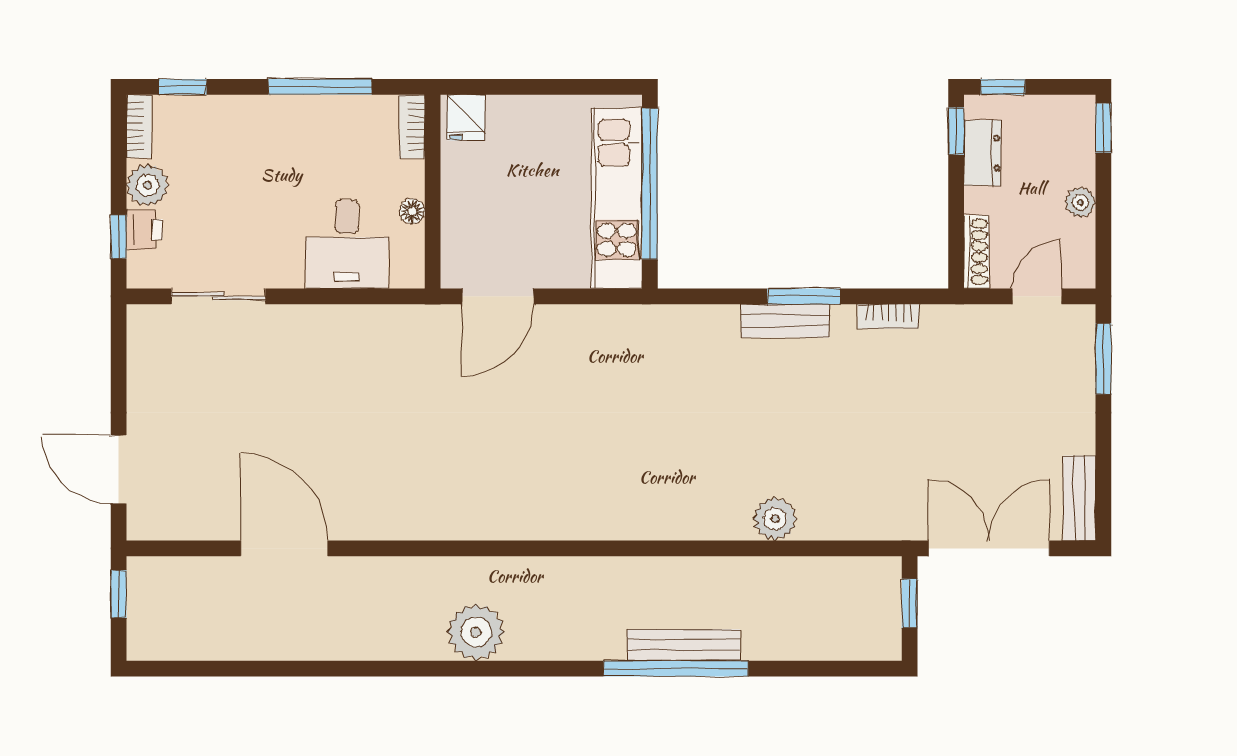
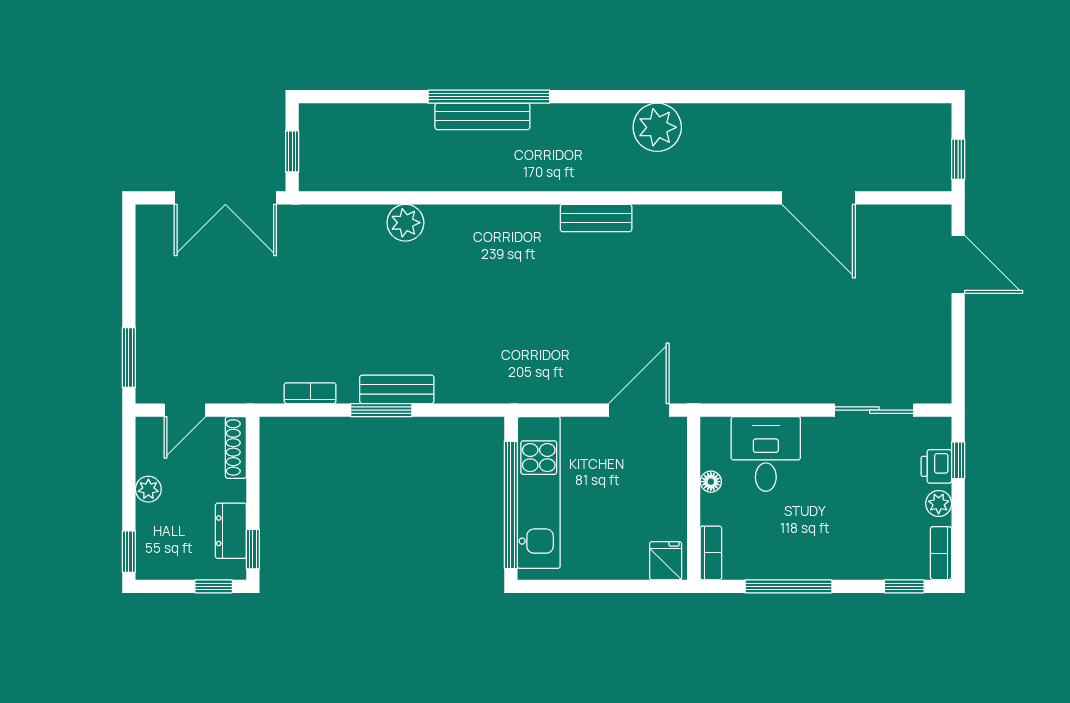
plant: (148, 185) -> (939, 504), width x0.73, depth x0.73
bench: (1080, 498) -> (596, 218), moved, turned 90

